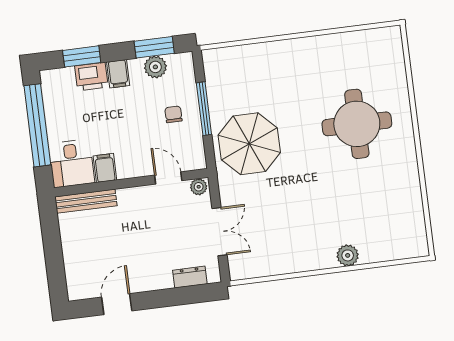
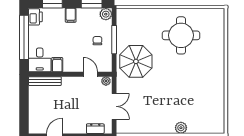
plant: (155, 67) -> (106, 14), moved
printer: (91, 77) -> (35, 17), moved, turned -90
round table: (357, 124) -> (181, 35), moved

